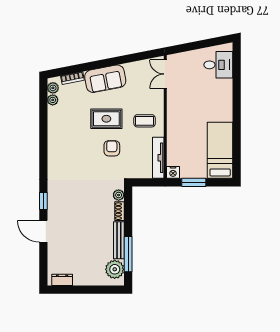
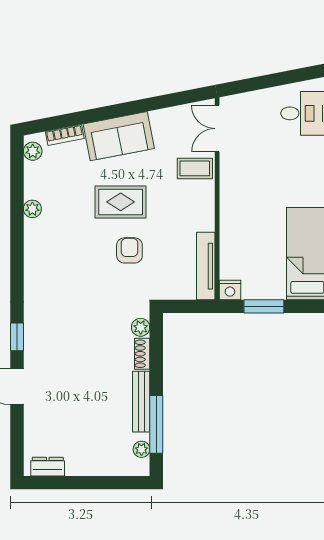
plant: (53, 100) -> (32, 209), moved
coffee table: (145, 121) -> (195, 168), moved
plant: (115, 269) -> (141, 449), width x0.53, depth x0.53

